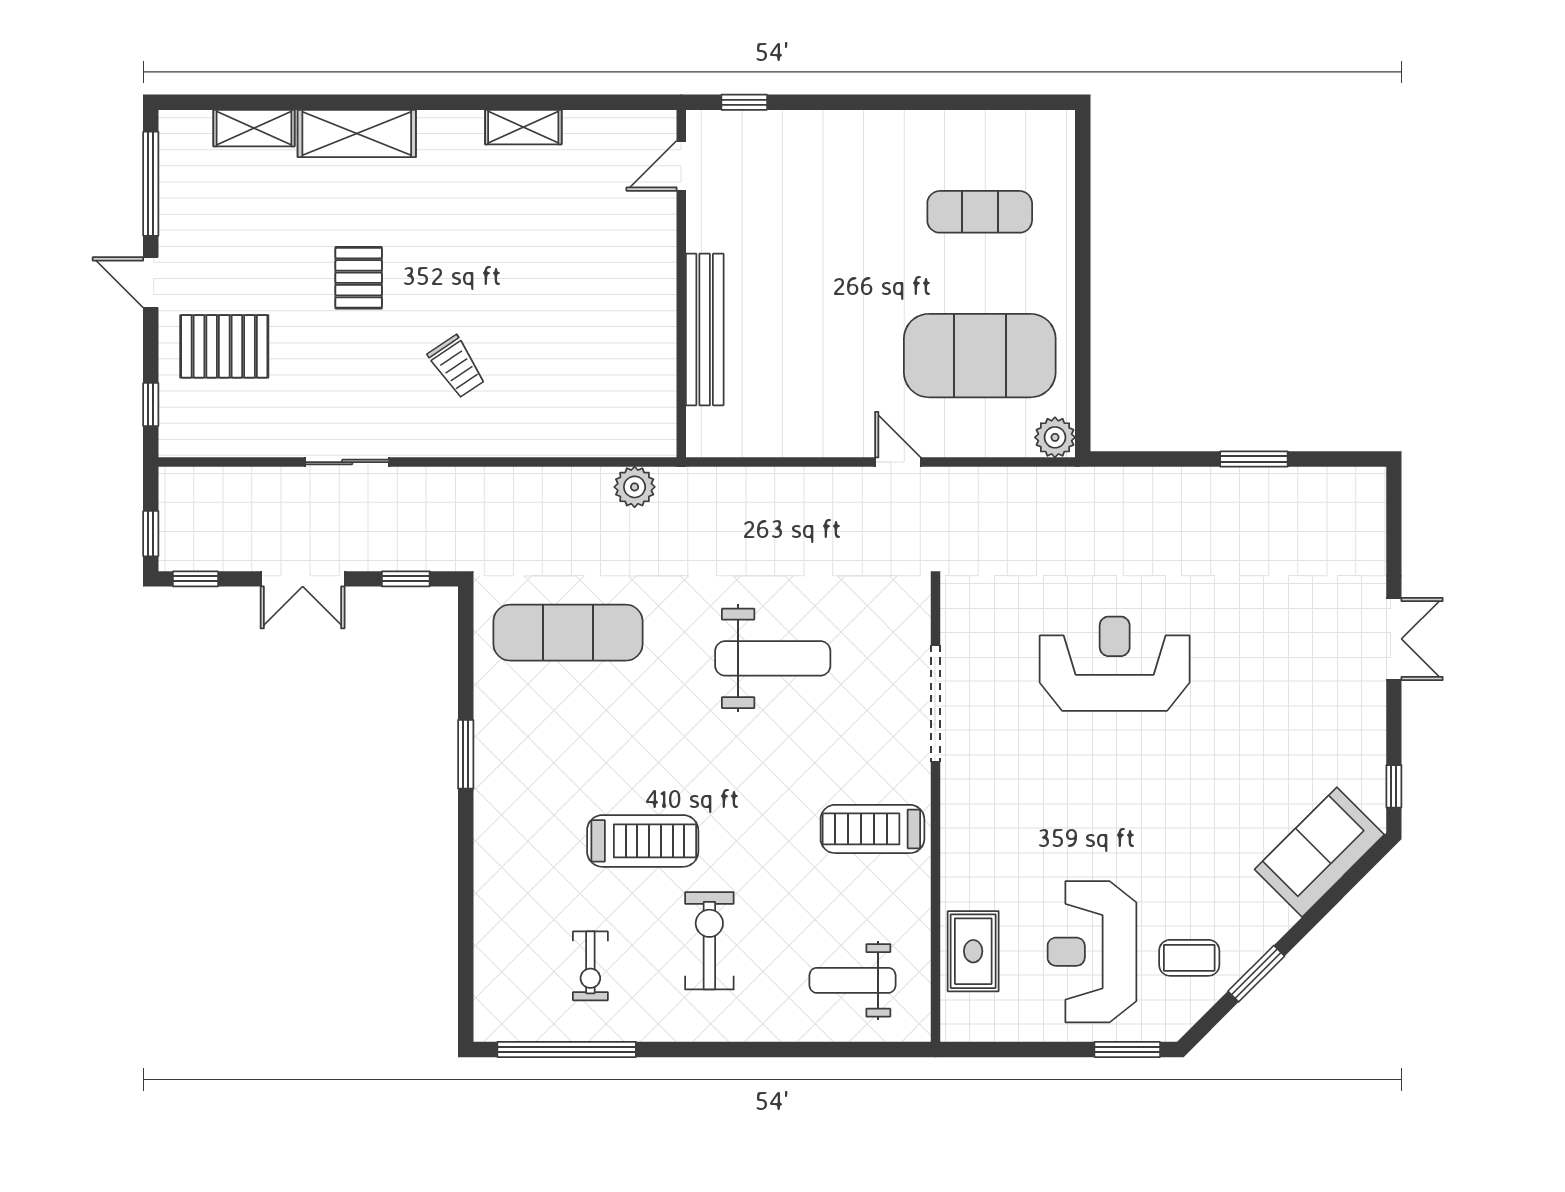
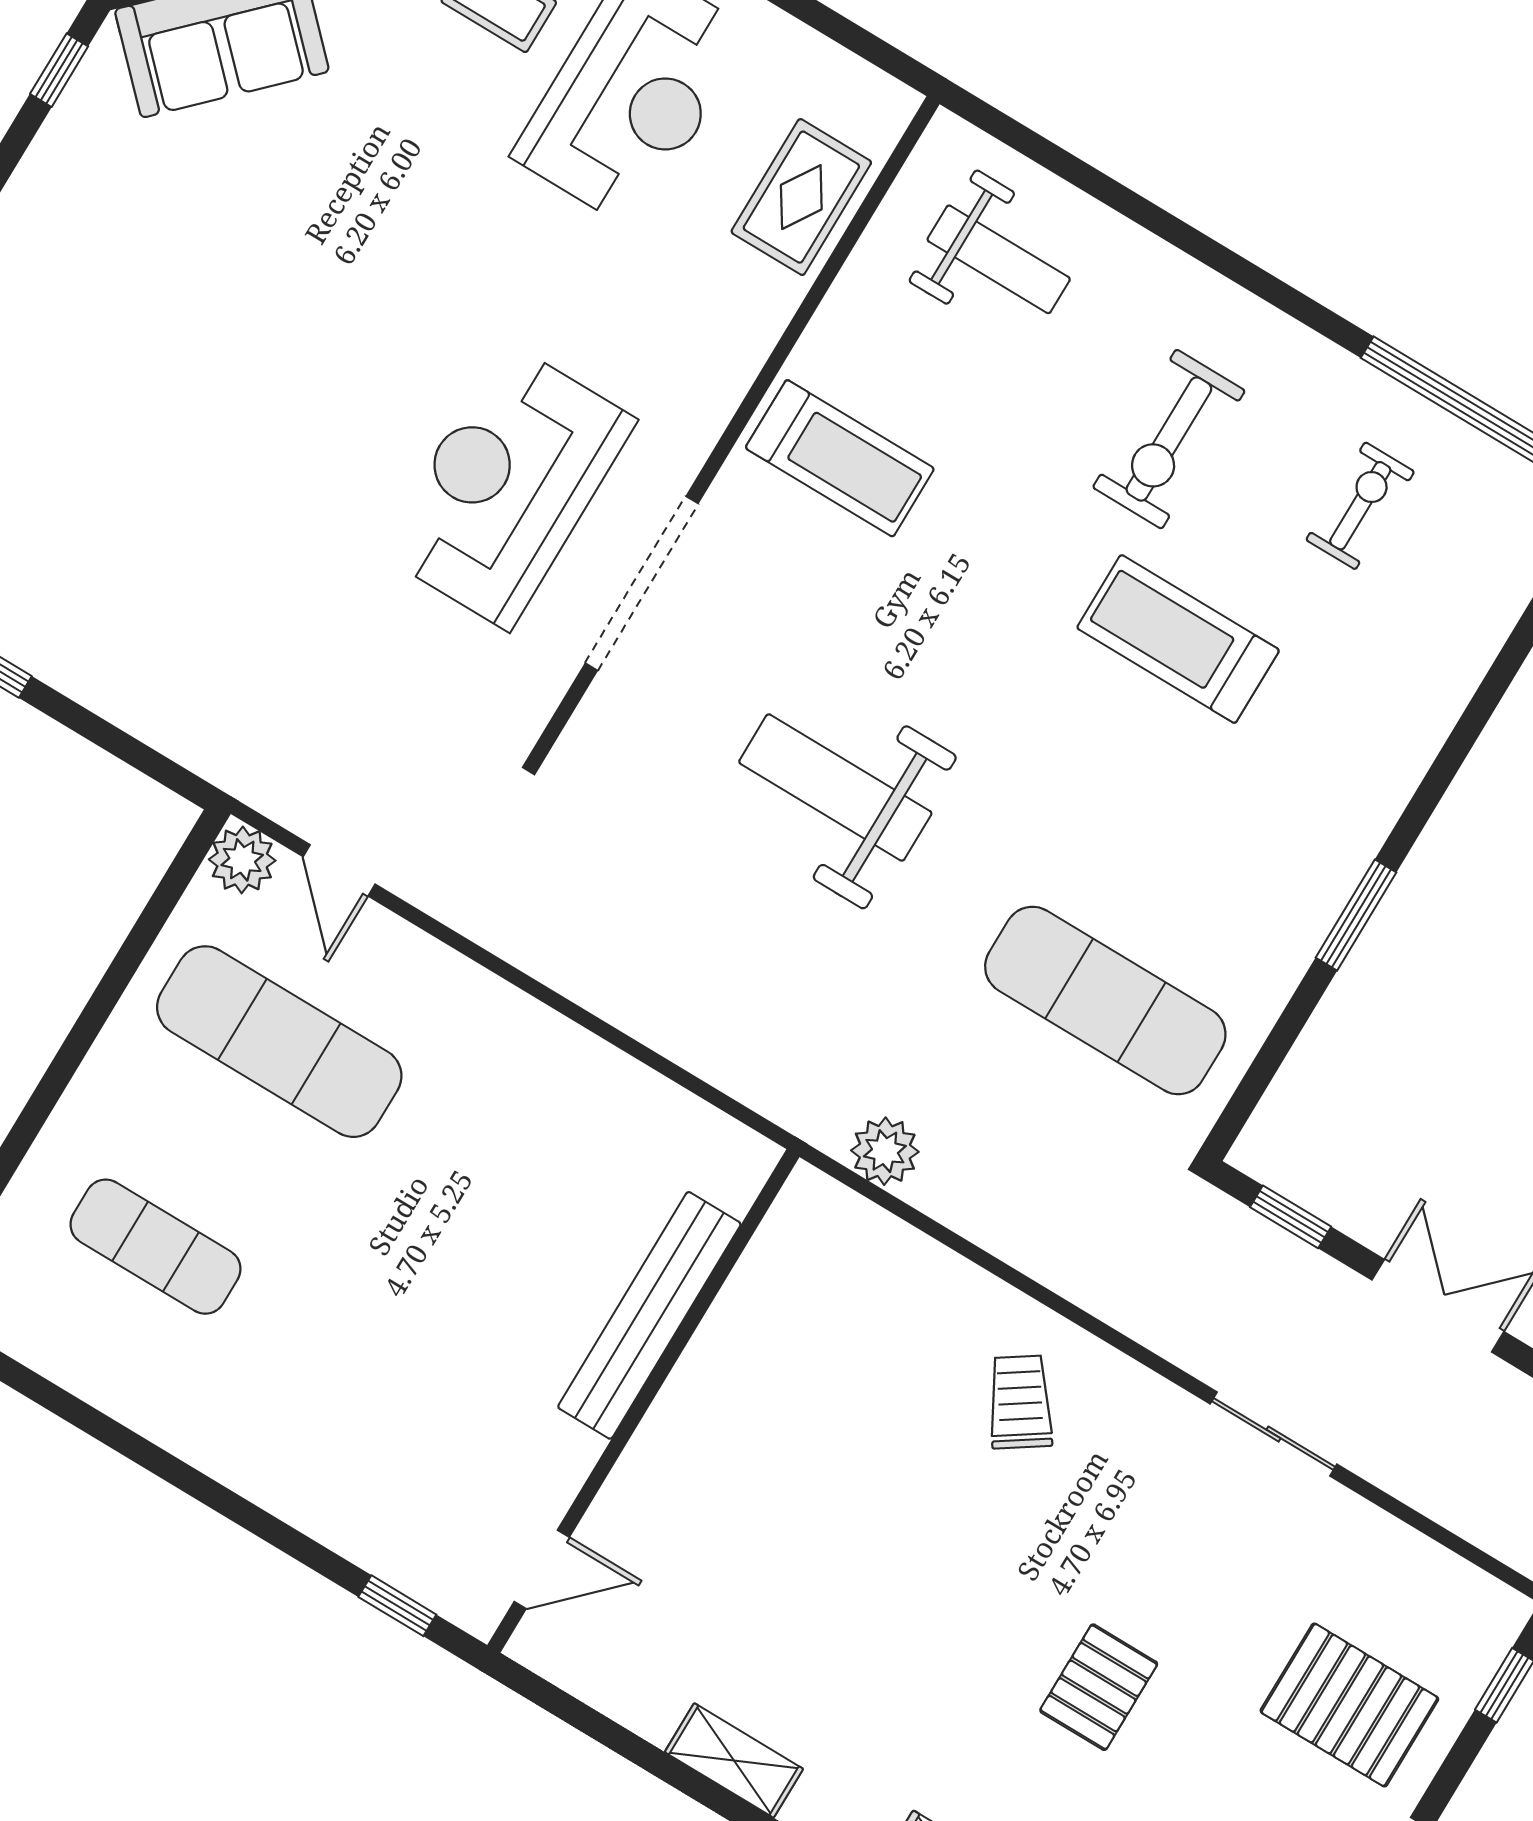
exercise mat: (980, 356) -> (279, 1042), width x0.68
trolley: (457, 367) -> (1020, 1402), moved
door: (898, 462) -> (339, 870), moved
reception desk: (1115, 664) -> (507, 486), moved, turned 90

